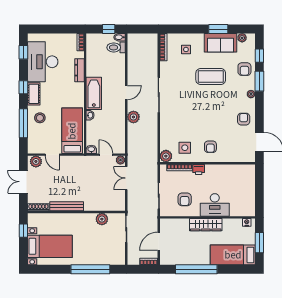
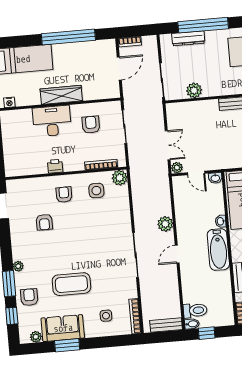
bench: (140, 38) -> (166, 325), added
armchair: (244, 119) -> (44, 222), moved
printer: (199, 169) -> (55, 166), moved
dresser: (103, 260) -> (188, 38), added

